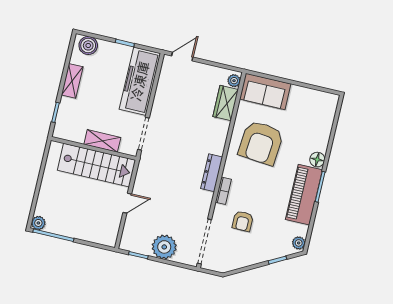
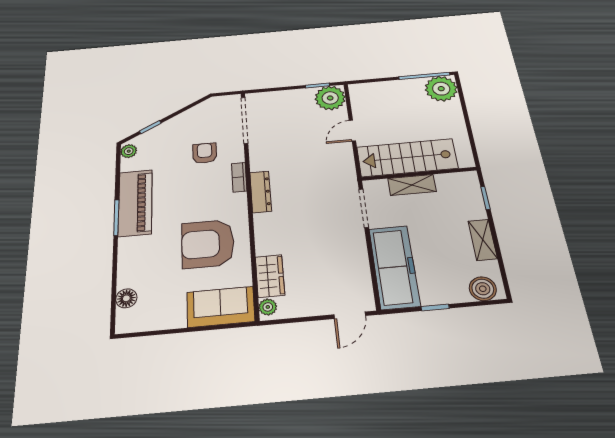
armchair: (261, 143) -> (208, 244), turned -95
floor lamp: (317, 160) -> (126, 298), moved
plant: (38, 223) -> (441, 89), width x1.87, depth x1.87
plant: (164, 247) -> (330, 98), moved

